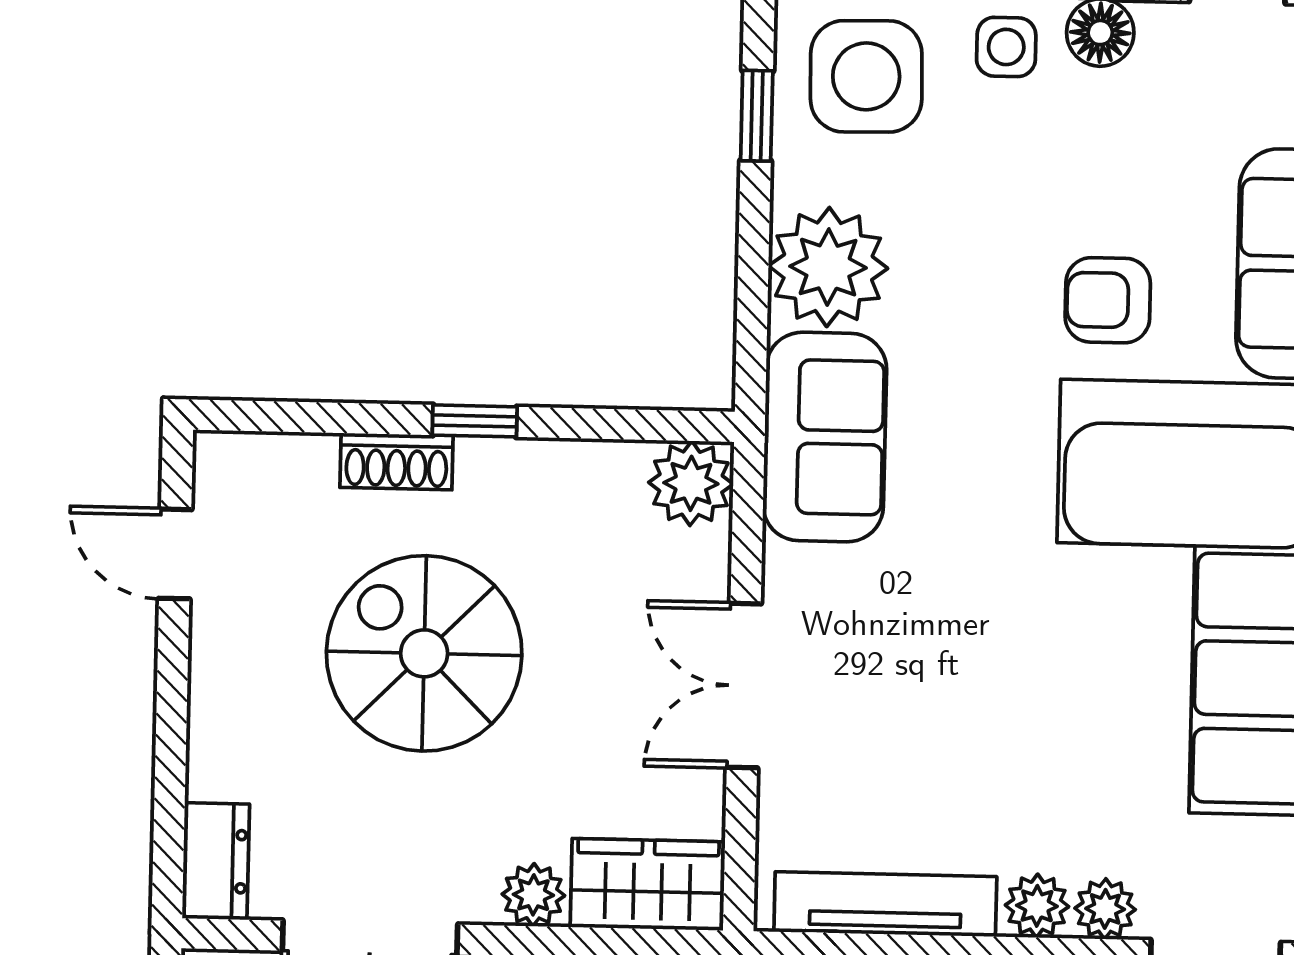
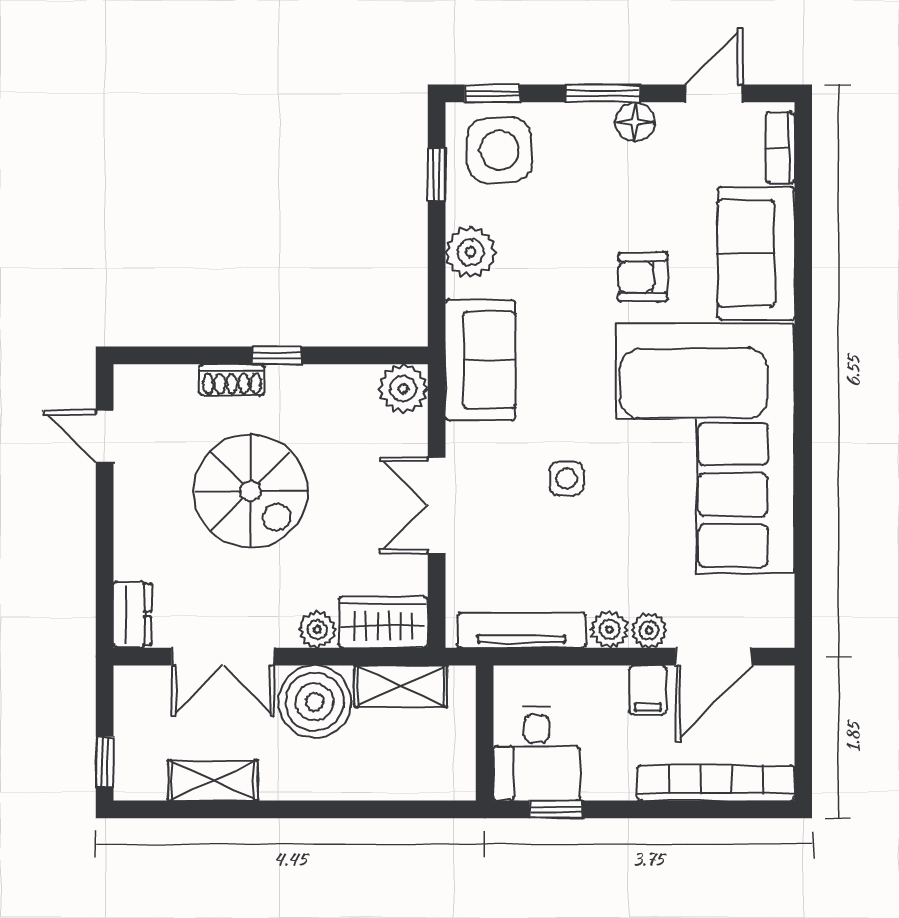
side table: (1006, 47) -> (566, 479), moved
plant: (828, 267) -> (471, 252), width x0.73, depth x0.73
spiral stairs: (424, 653) -> (251, 491), turned 180

